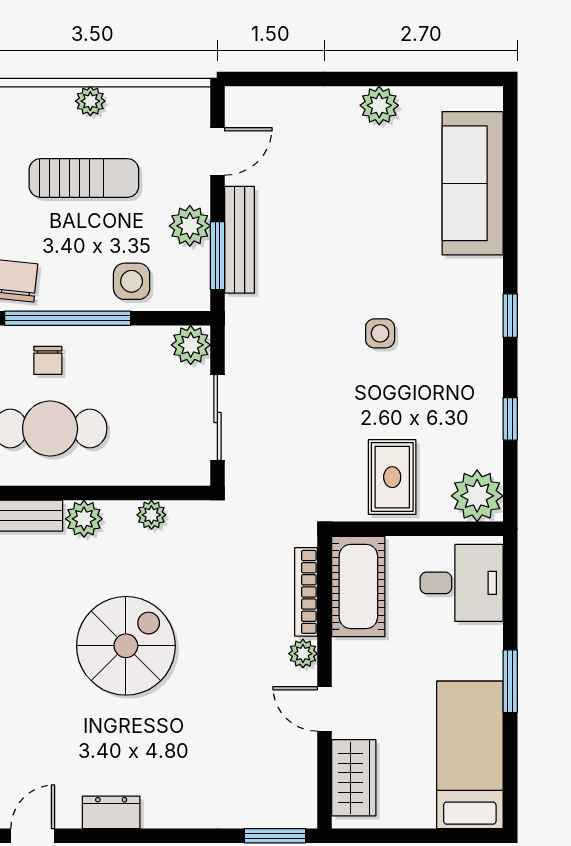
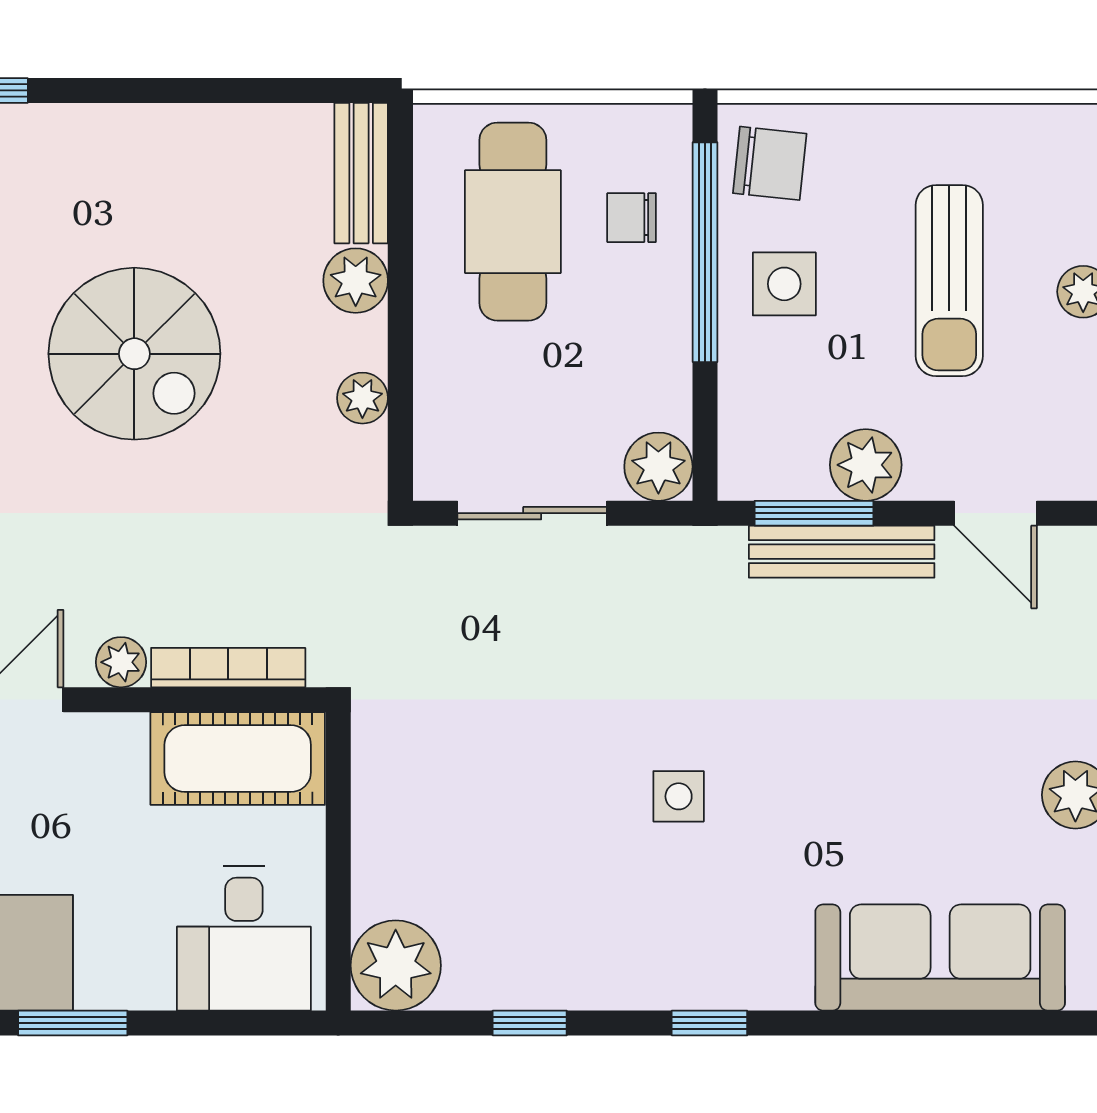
side table: (132, 281) -> (784, 284), moved
rug: (392, 477) -> (428, 818), removed

